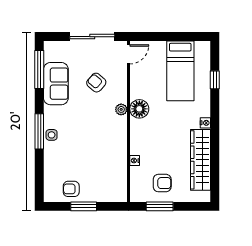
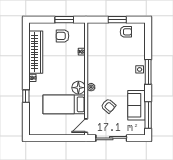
bed: (180, 71) -> (64, 104), moved, turned -90
window: (215, 80) -> (26, 96), moved

